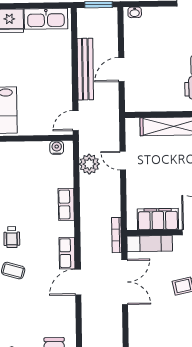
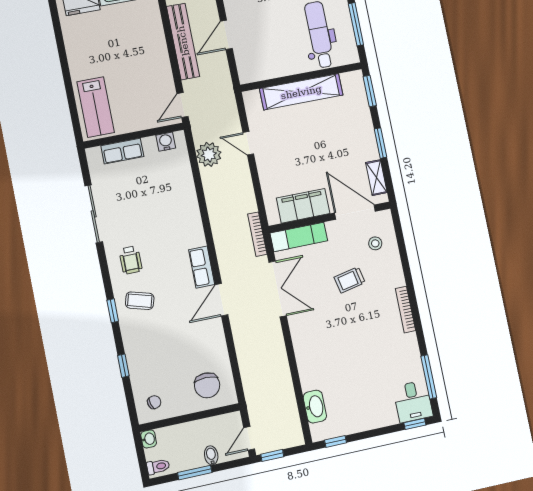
row of seats: (66, 204) -> (122, 151), moved, turned -90

